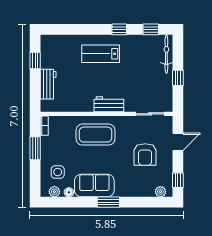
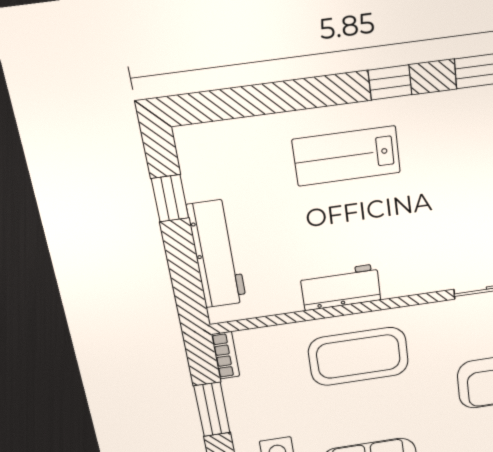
workbench: (48, 84) -> (217, 254), width x1.37
workbench: (109, 104) -> (341, 287), moved

